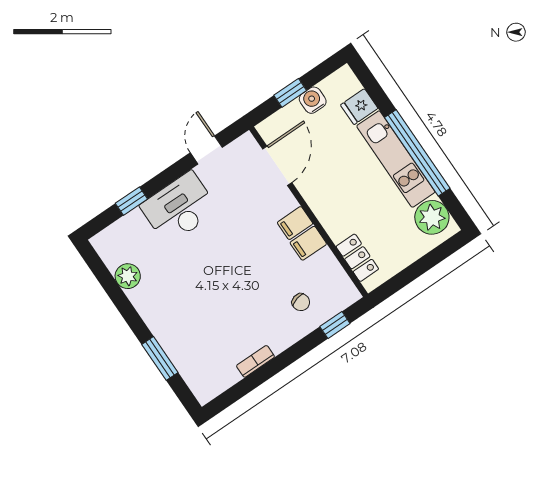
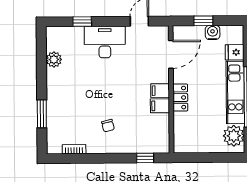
locker: (357, 258) -> (180, 98), moved
chair: (301, 302) -> (108, 126), moved
bookcase: (255, 361) -> (74, 149), moved

